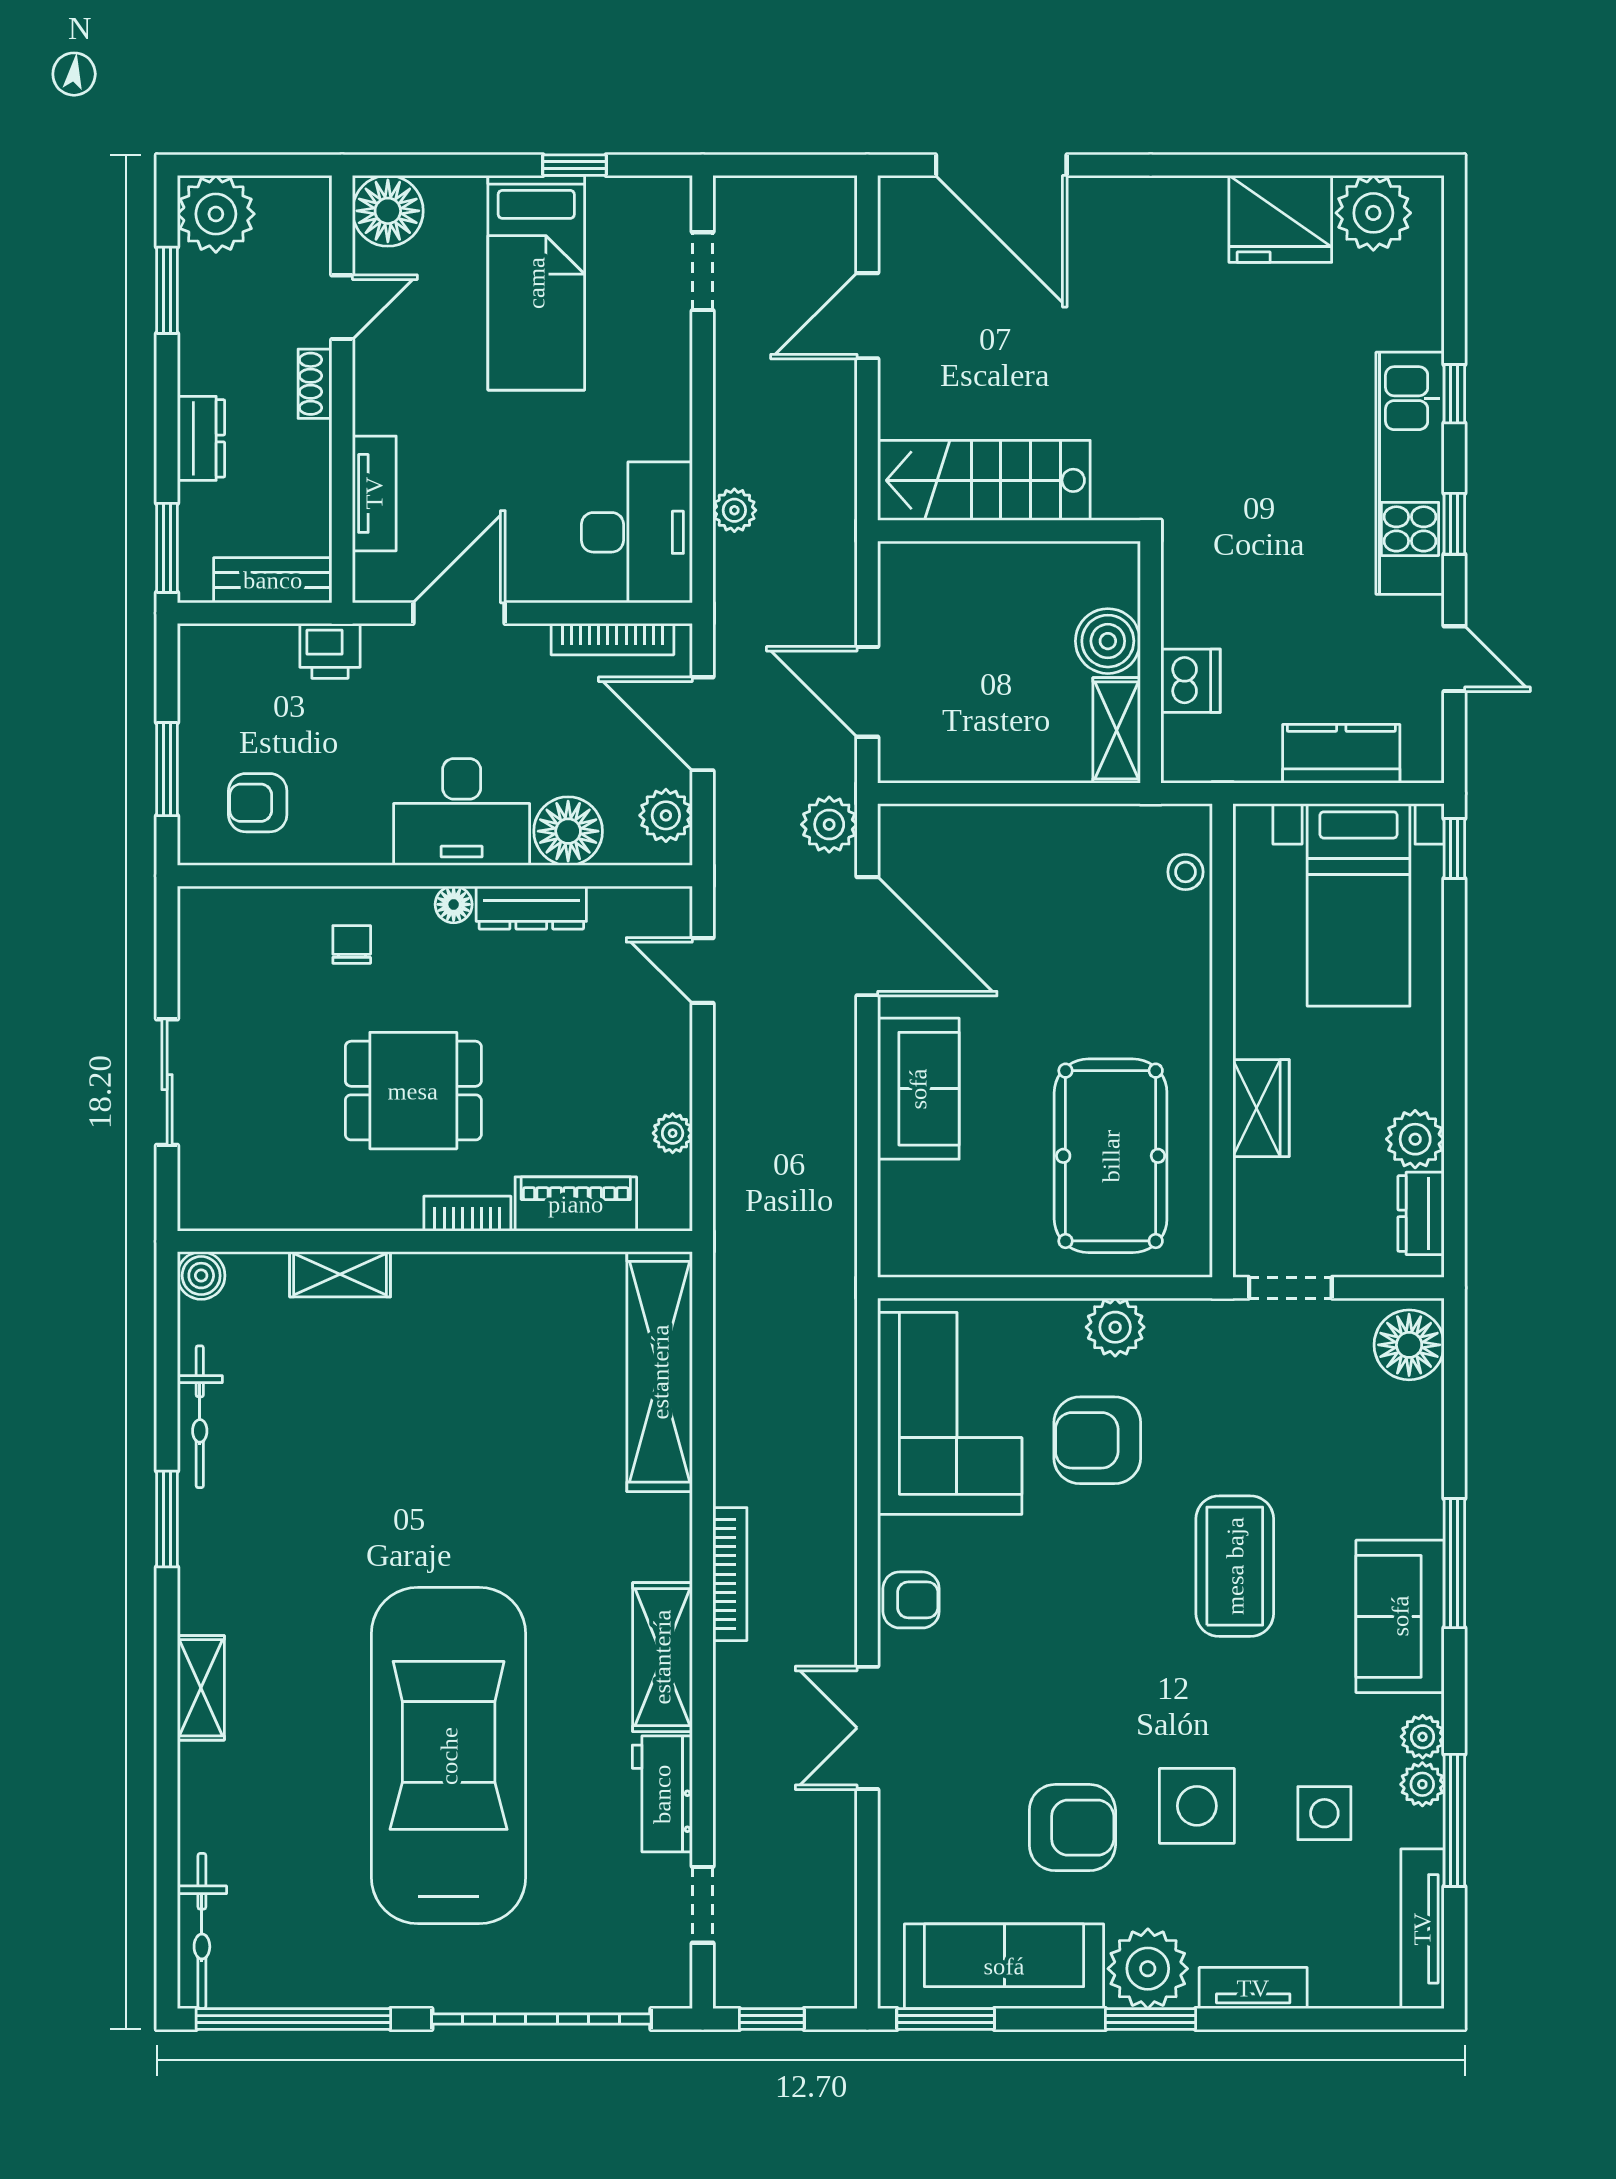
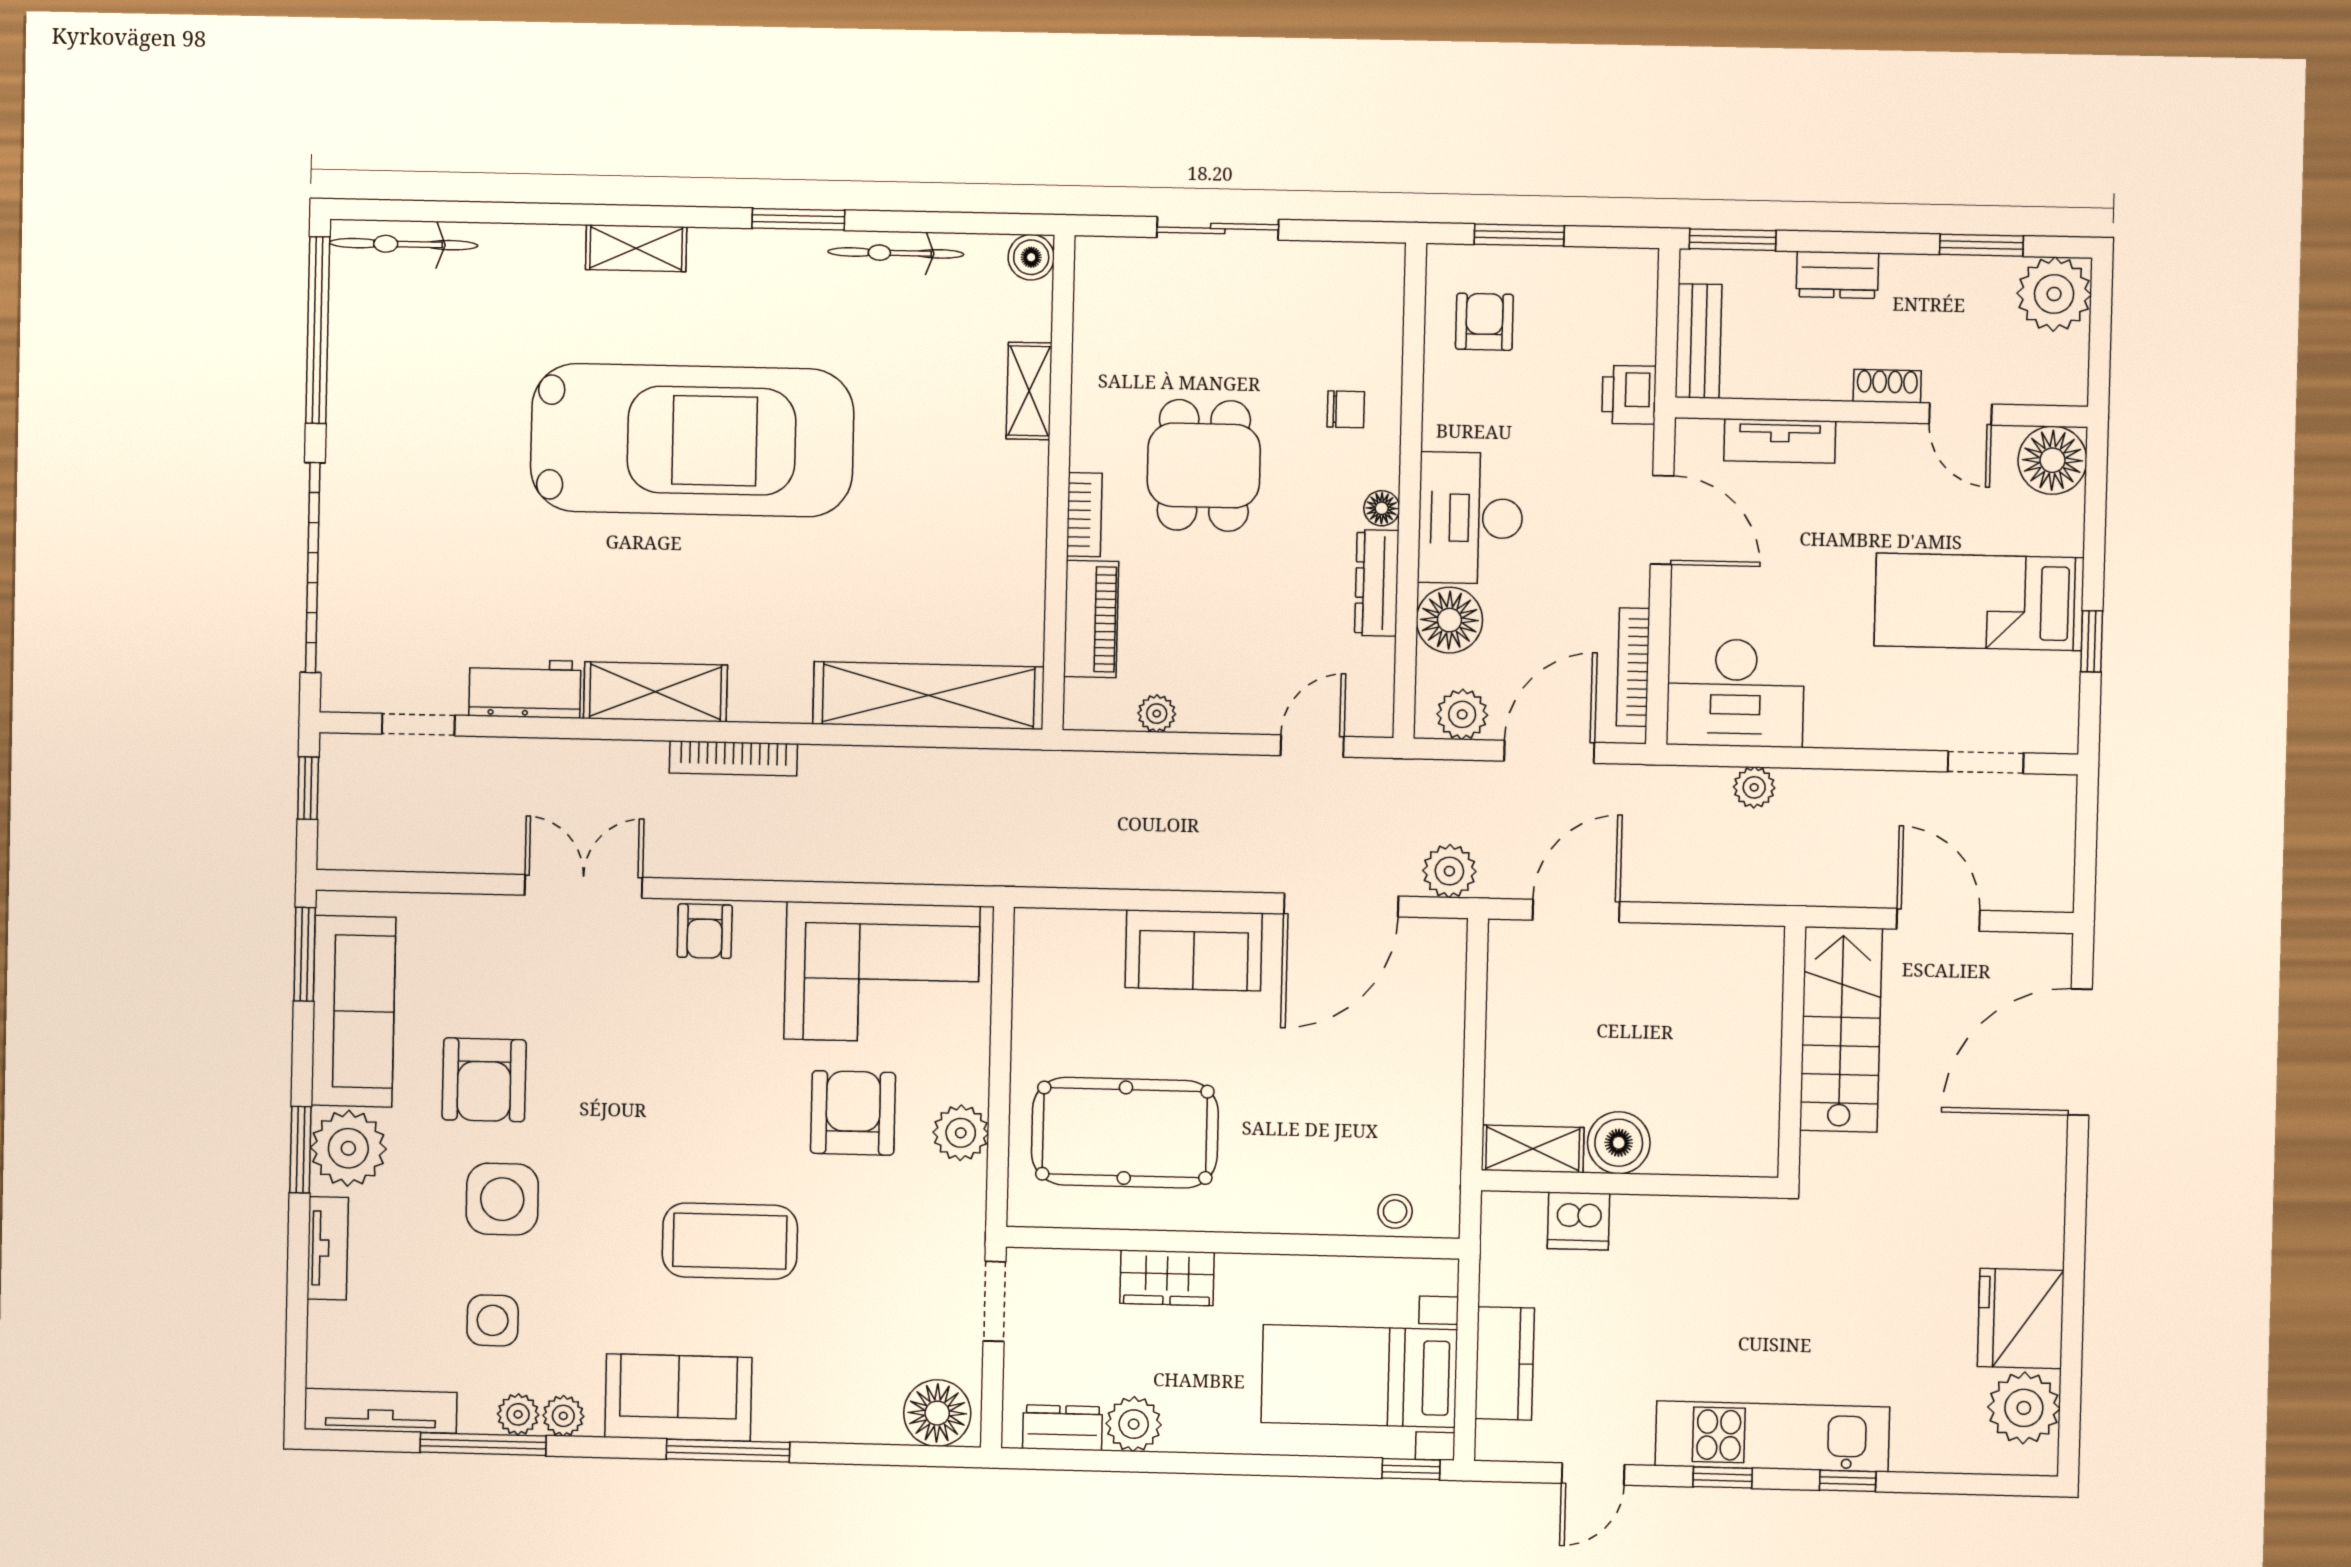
stairs: (984, 480) -> (1841, 1029), moved
wall: (1009, 531) -> (1792, 1052), moved
car: (449, 1756) -> (692, 440), moved

